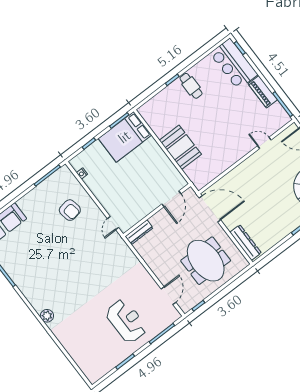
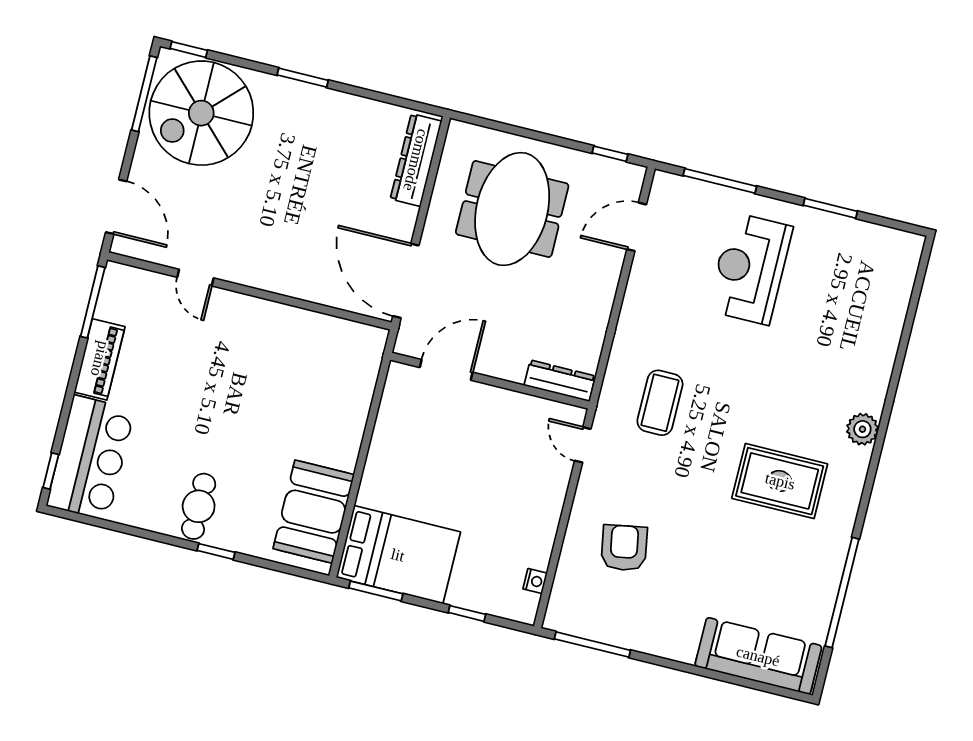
booth: (180, 147) -> (314, 512), moved
door: (113, 223) -> (583, 445), swing flipped
coffee table: (107, 258) -> (660, 403), added
rug: (52, 276) -> (780, 481), added

